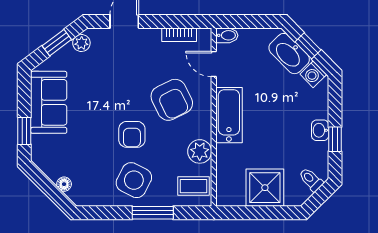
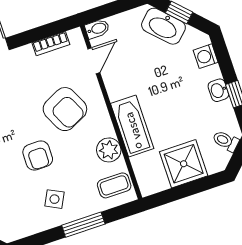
door: (214, 64) -> (94, 61), swing flipped
washing machine: (313, 74) -> (206, 56), moved, turned 44
bathtub: (229, 115) -> (132, 126), moved
side table: (134, 180) -> (54, 199), width x0.54, depth x0.54

